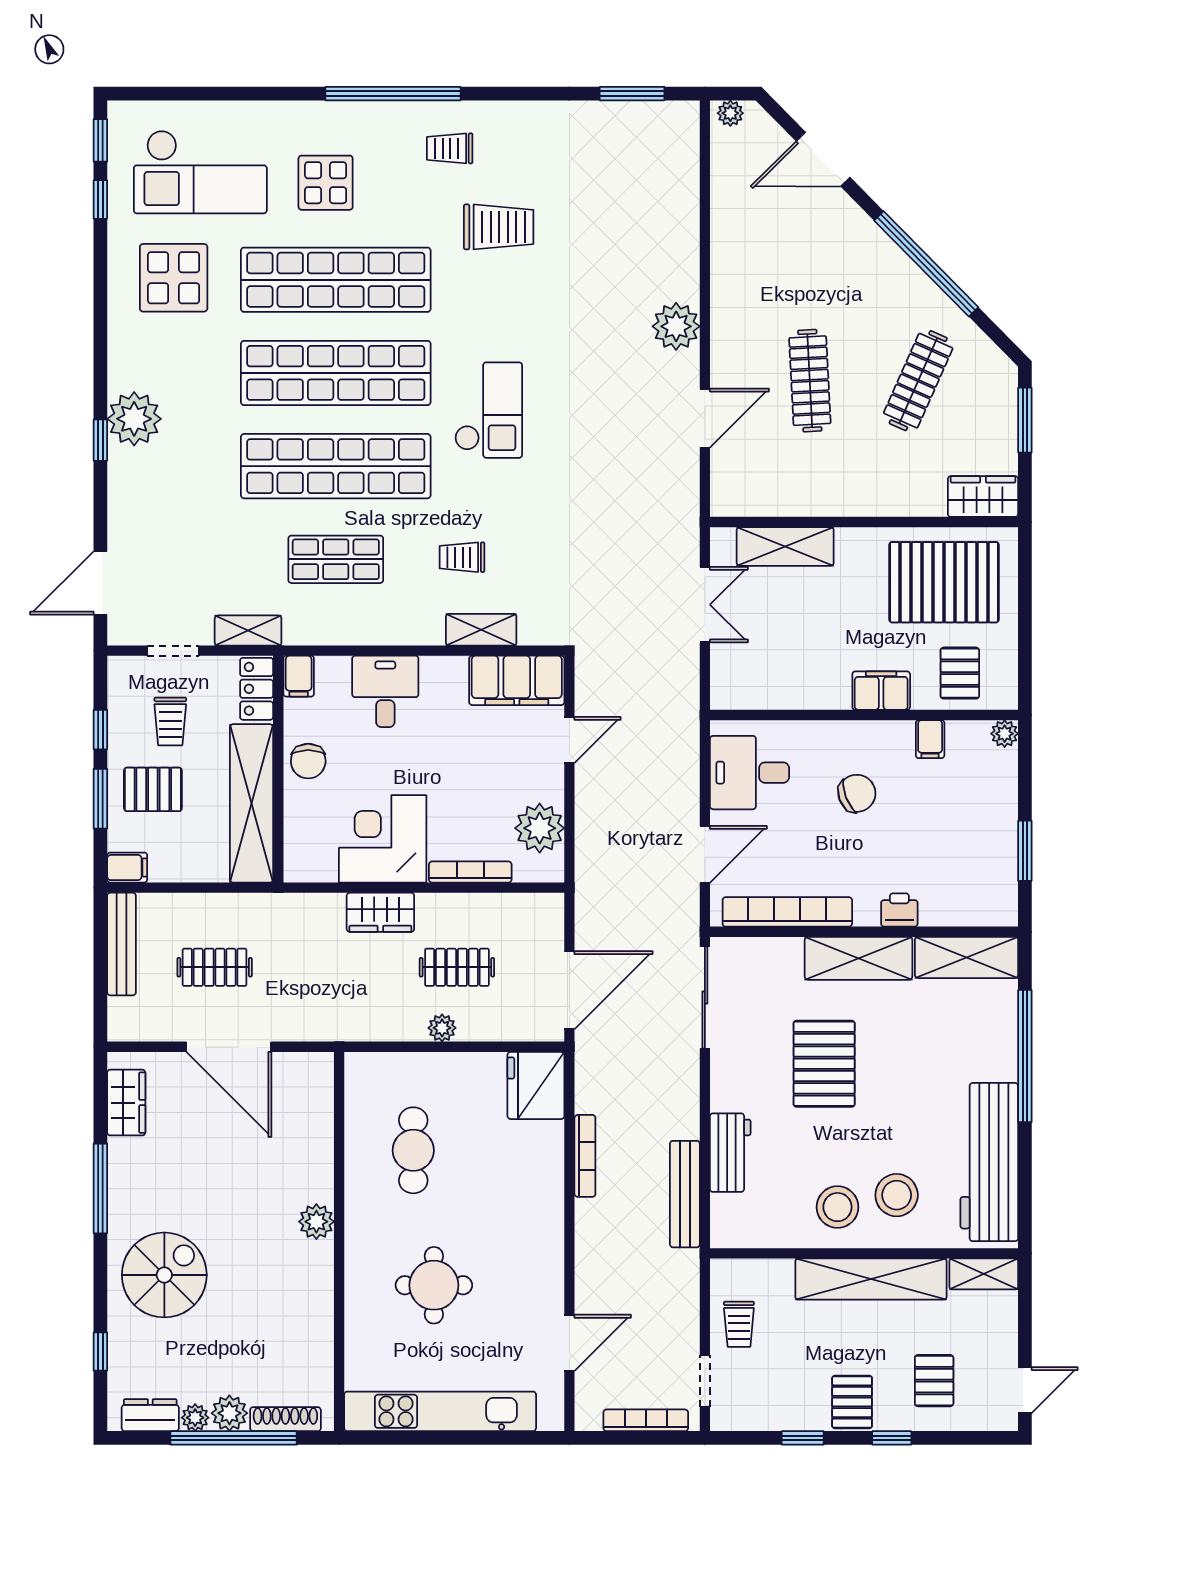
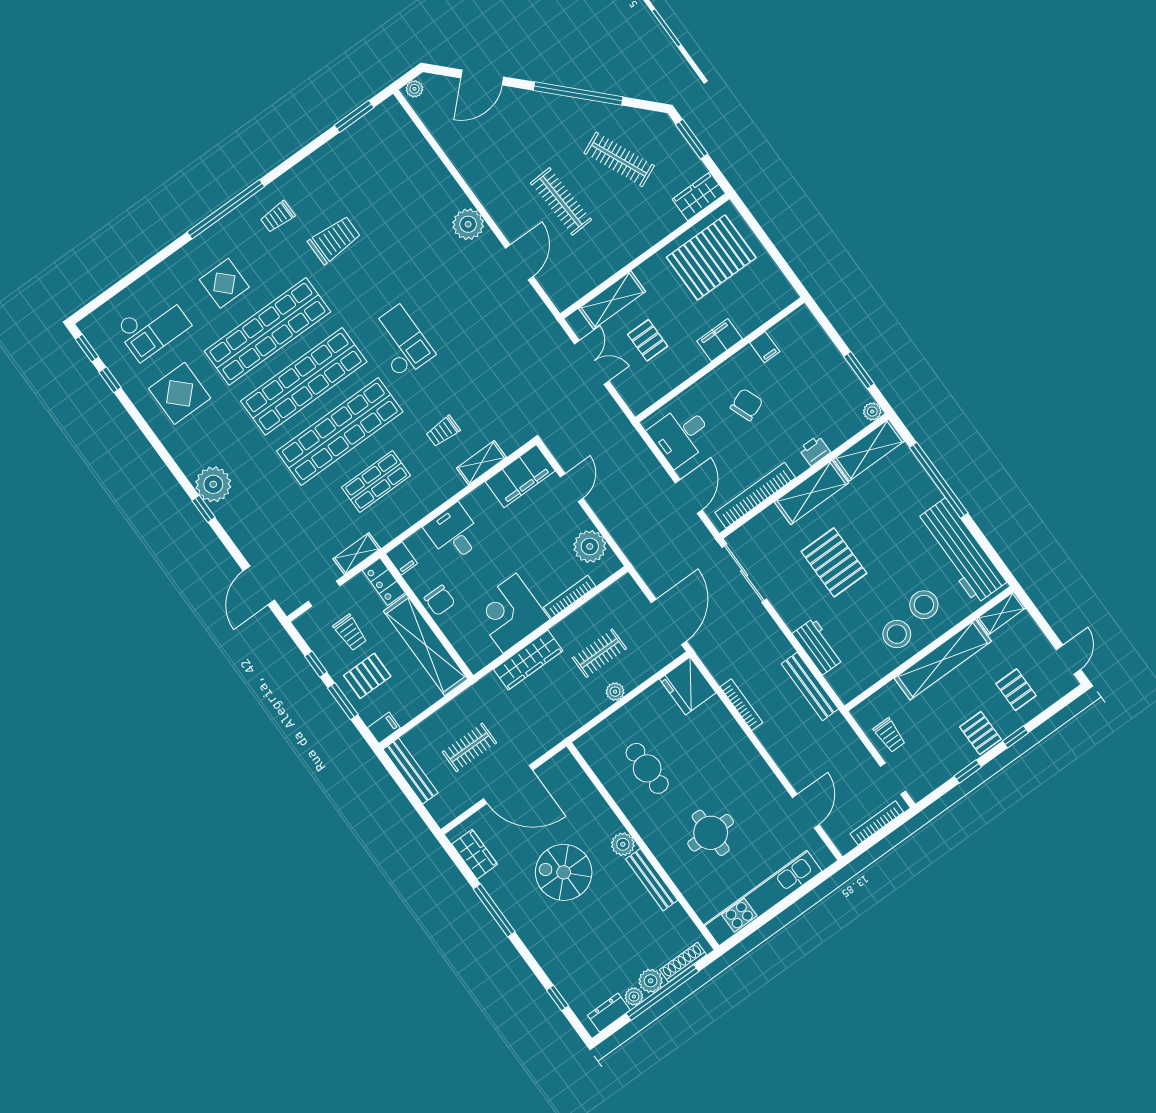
checkout: (200, 172) -> (153, 326), width x0.73, depth x0.83
clothes rail: (918, 381) -> (619, 159), turned -48
pallet: (960, 673) -> (648, 340), moved
plant: (1005, 734) -> (872, 411), moved
wardrobe: (380, 912) -> (528, 660), width x1.50
spiral stairs: (164, 1275) -> (564, 872), moved, turned -90
bench: (320, 1291) -> (652, 880), added

